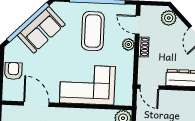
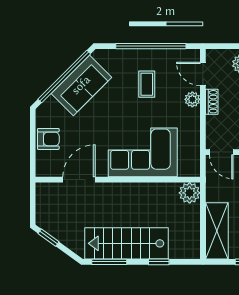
coffee table: (93, 31) -> (147, 84), width x0.54, depth x0.58
armchair: (13, 71) -> (48, 139), turned 90
door: (36, 104) -> (79, 180), hinge flipped

